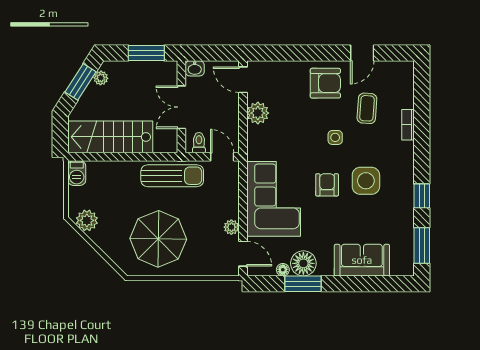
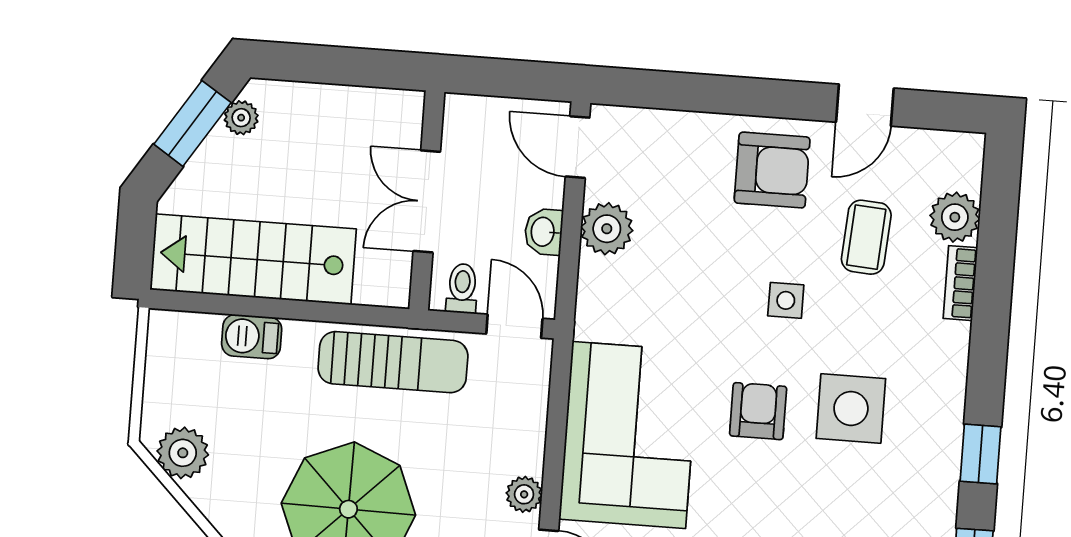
window: (146, 53) -> (353, 67), removed
washbasin: (195, 68) -> (544, 232), moved, turned 90
plant: (403, 97) -> (955, 217), added
barbecue: (77, 173) -> (252, 337), moved, turned 90

